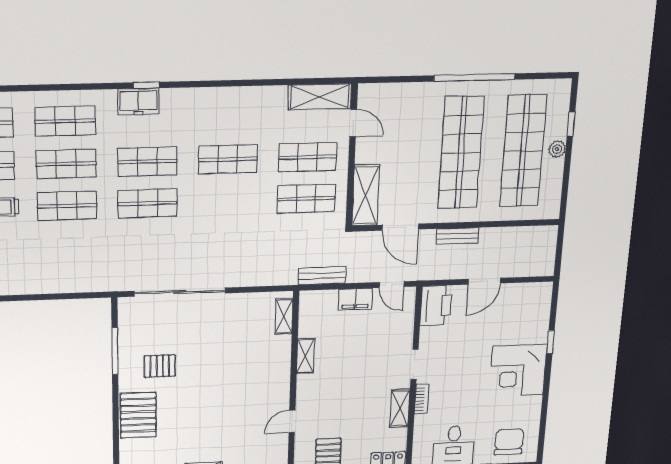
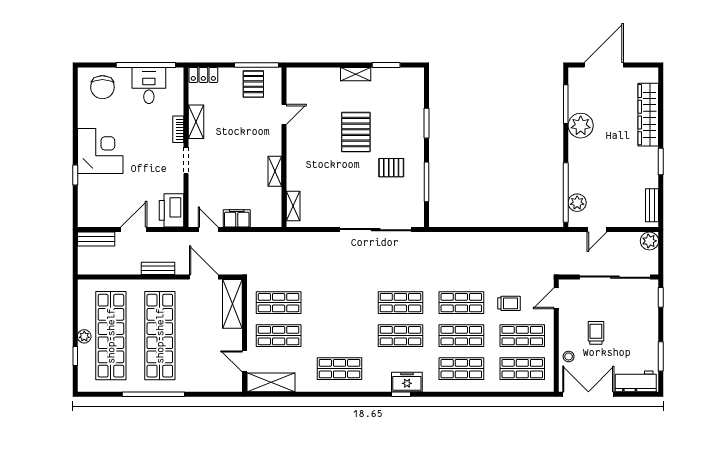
shop shelf: (228, 159) -> (340, 369), moved
bench: (322, 276) -> (96, 239), moved
pallet: (138, 415) -> (356, 132), moved
window: (116, 419) -> (427, 123), added

